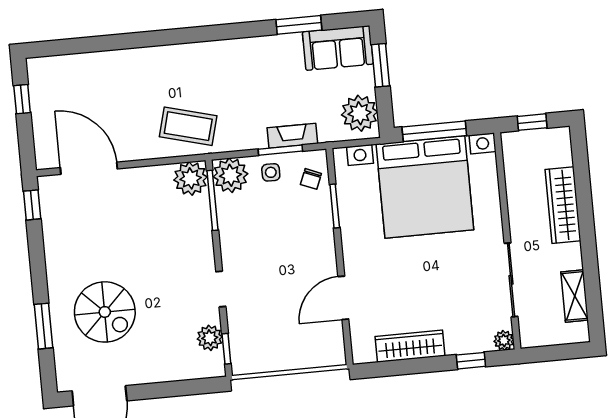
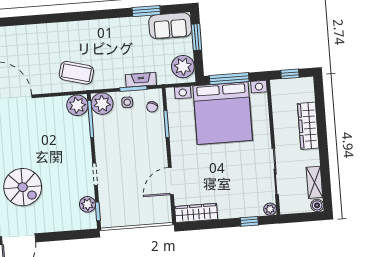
boiler: (579, 333) -> (317, 205), added
wardrobe: (410, 346) -> (196, 213), moved

